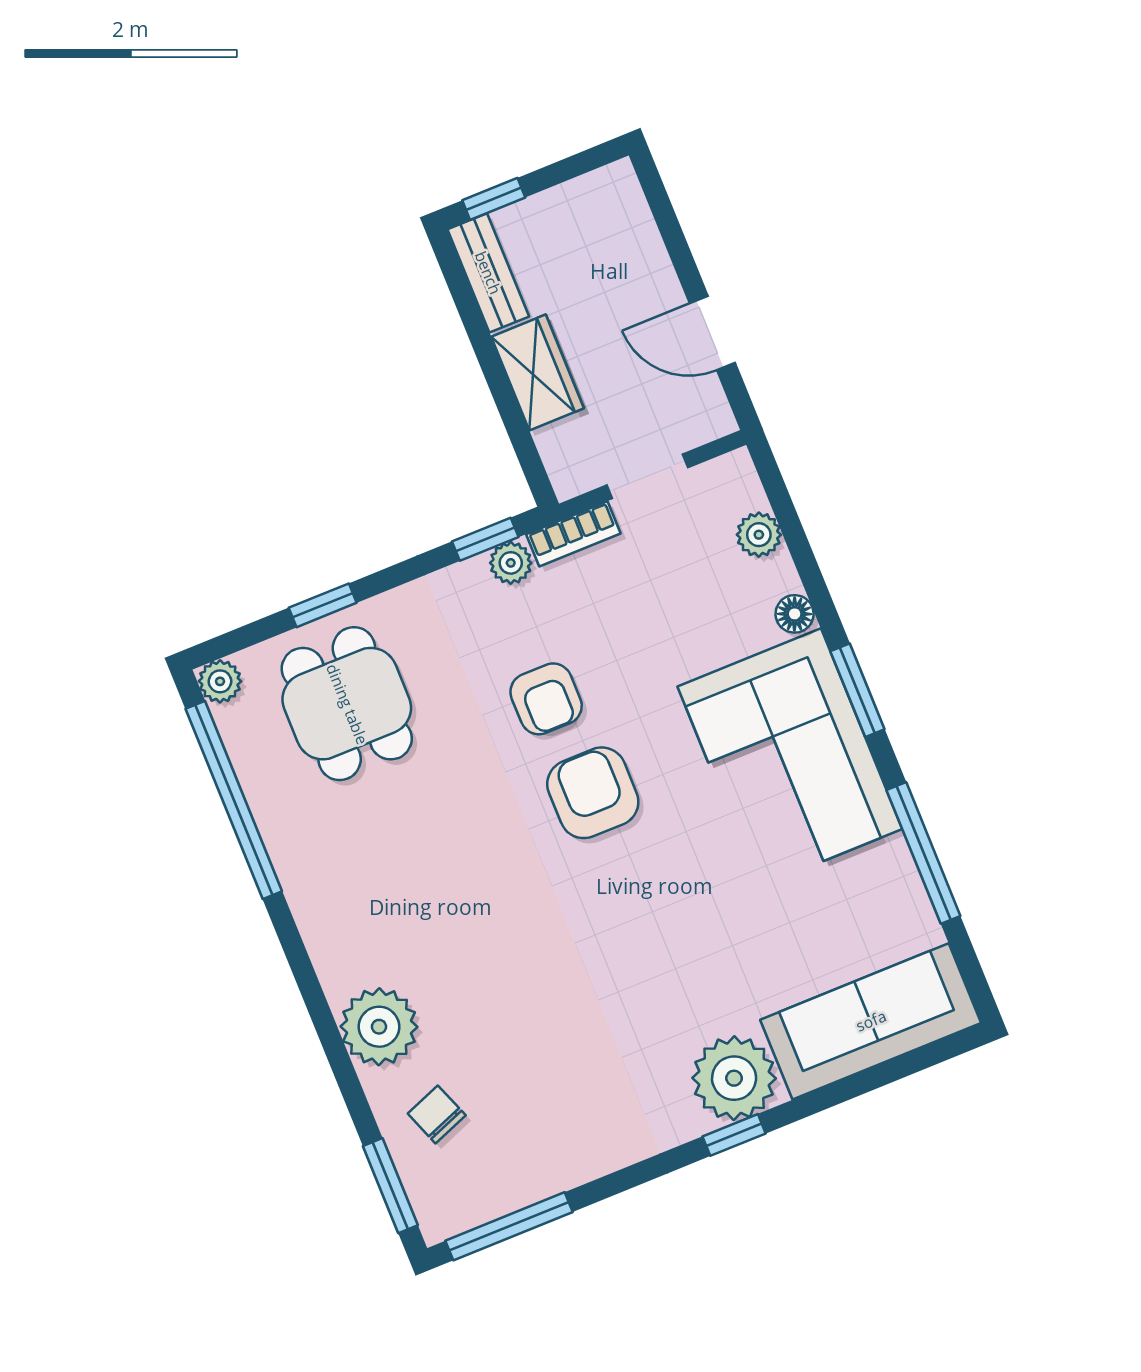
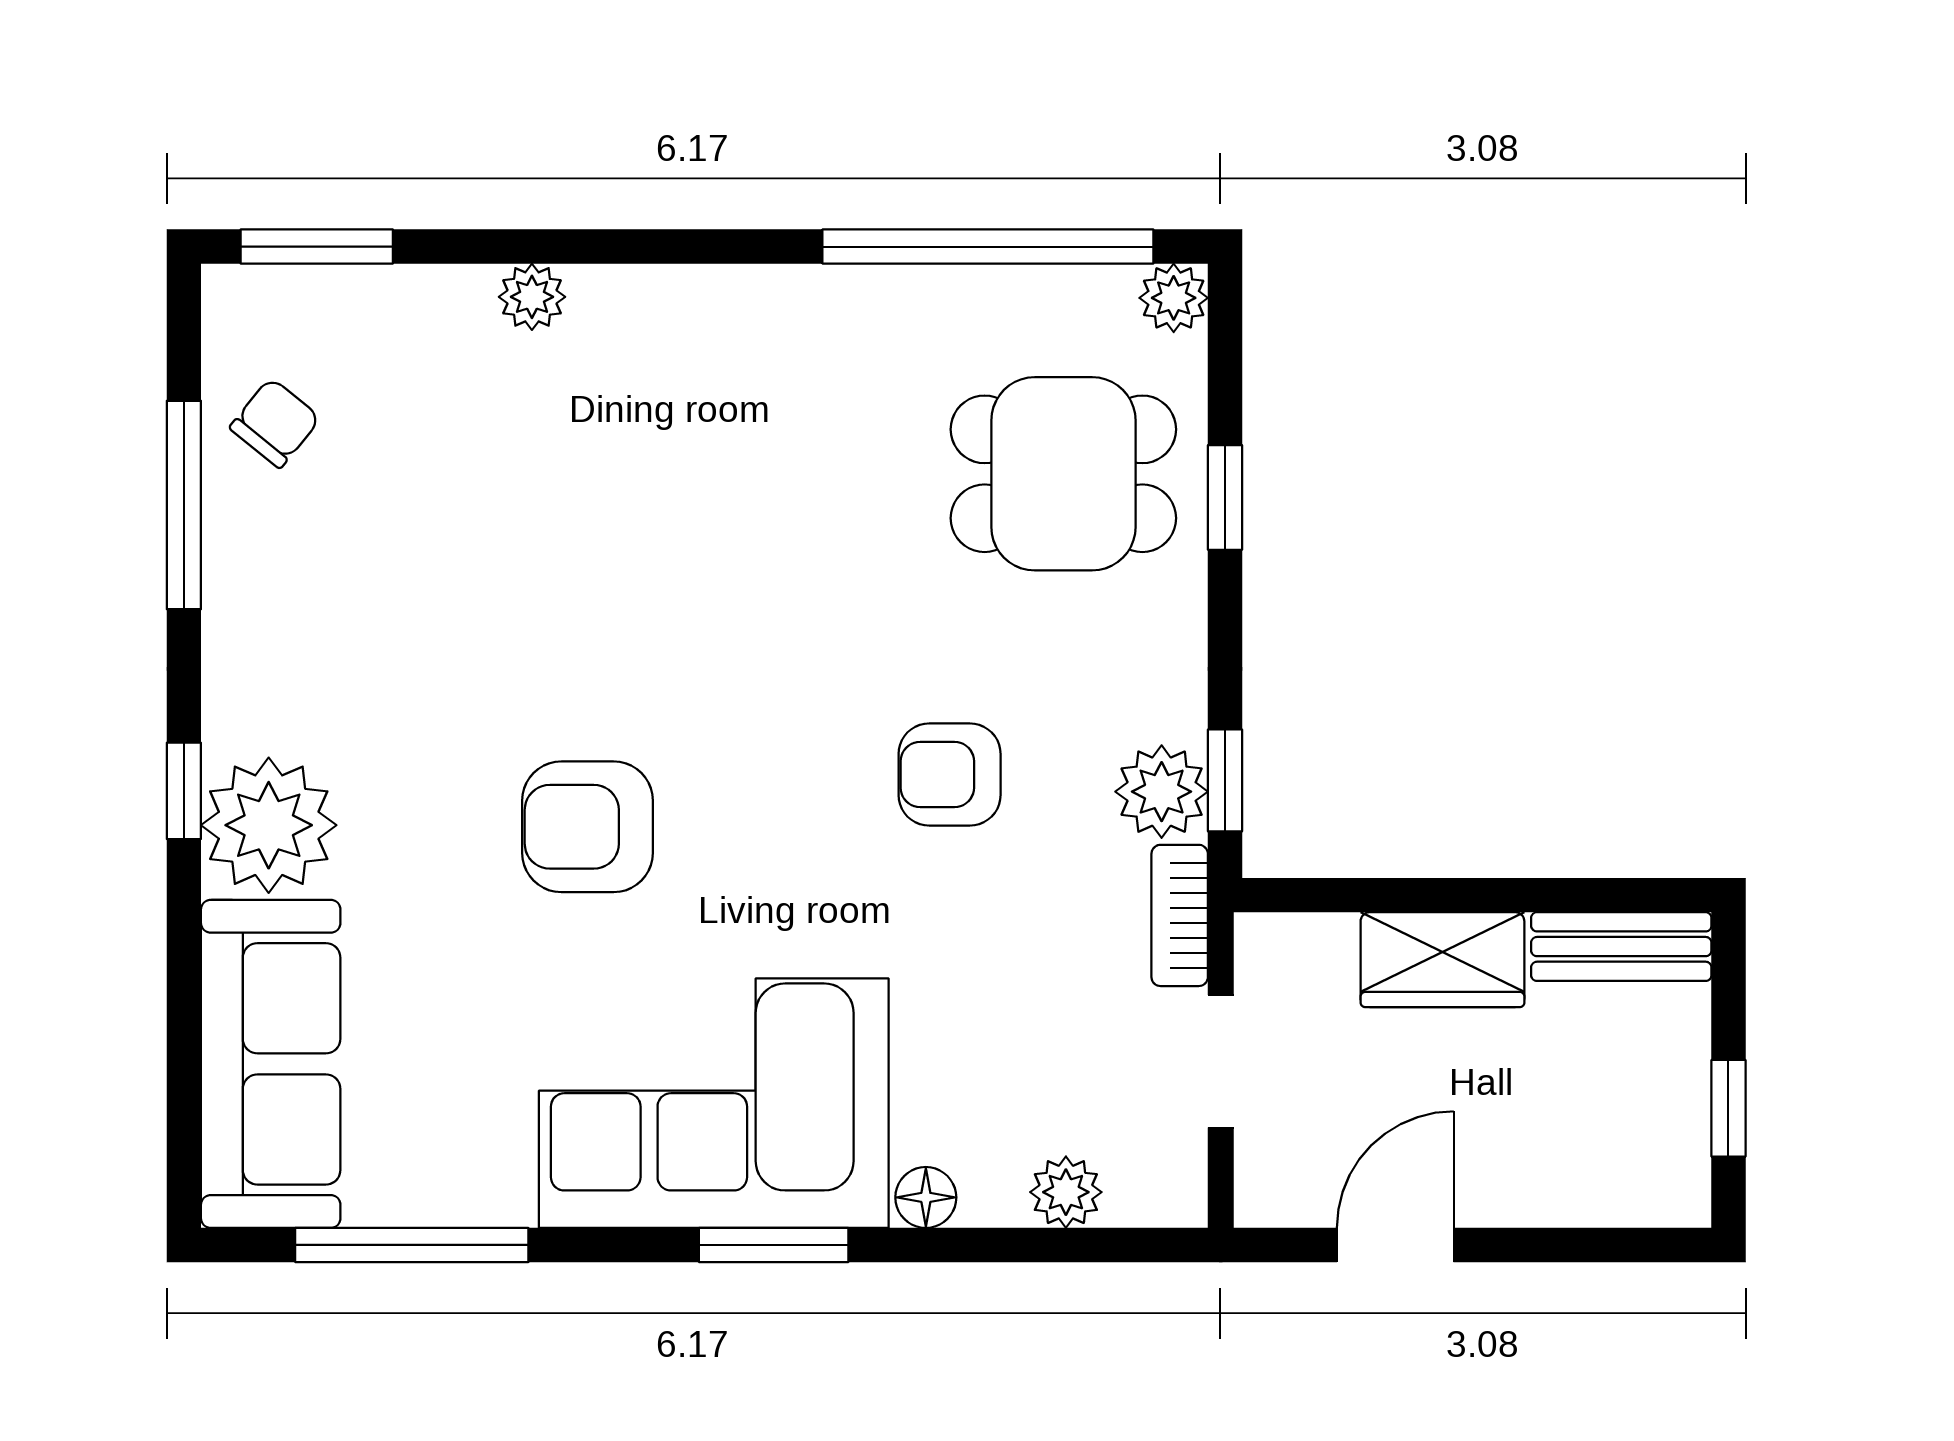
window: (494, 199) -> (1728, 1108), moved
plant: (511, 563) -> (1162, 792), width x1.38, depth x1.38
armchair: (593, 793) -> (587, 827), moved, turned 180
window: (923, 853) -> (412, 1245), moved
plant: (379, 1027) -> (532, 297), width x0.53, depth x0.53
chair: (437, 1114) -> (275, 423), moved, turned -30
window: (509, 1226) -> (184, 505), moved

